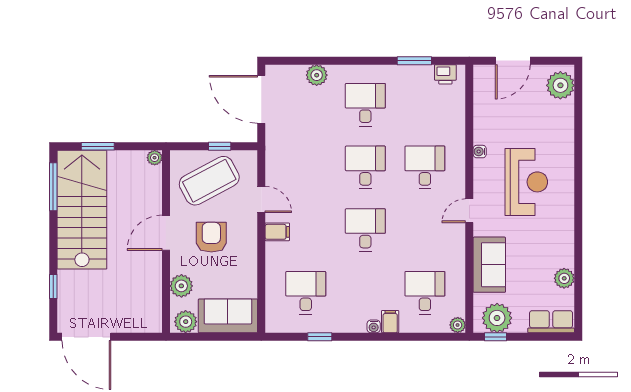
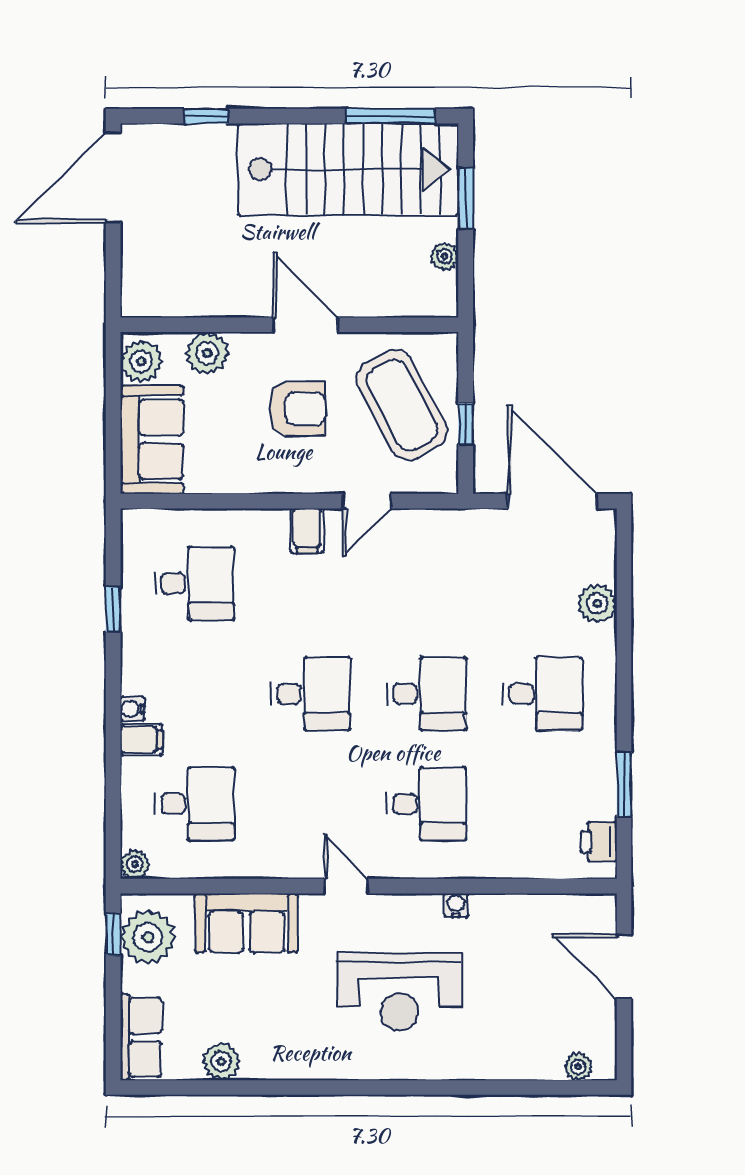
plant: (560, 85) -> (578, 1067), width x0.53, depth x0.53
door: (261, 99) -> (552, 501), hinge flipped
plant: (155, 158) -> (444, 256), moved

